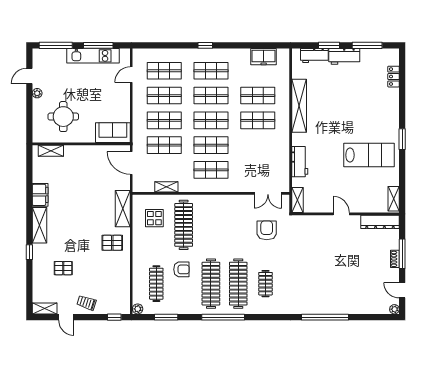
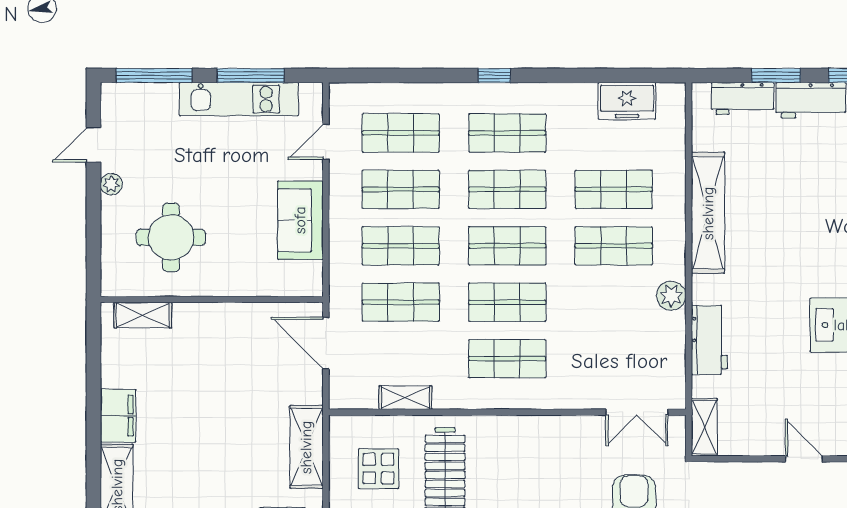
sofa: (113, 133) -> (300, 220), moved, turned -90
plant: (283, 142) -> (671, 296), added

